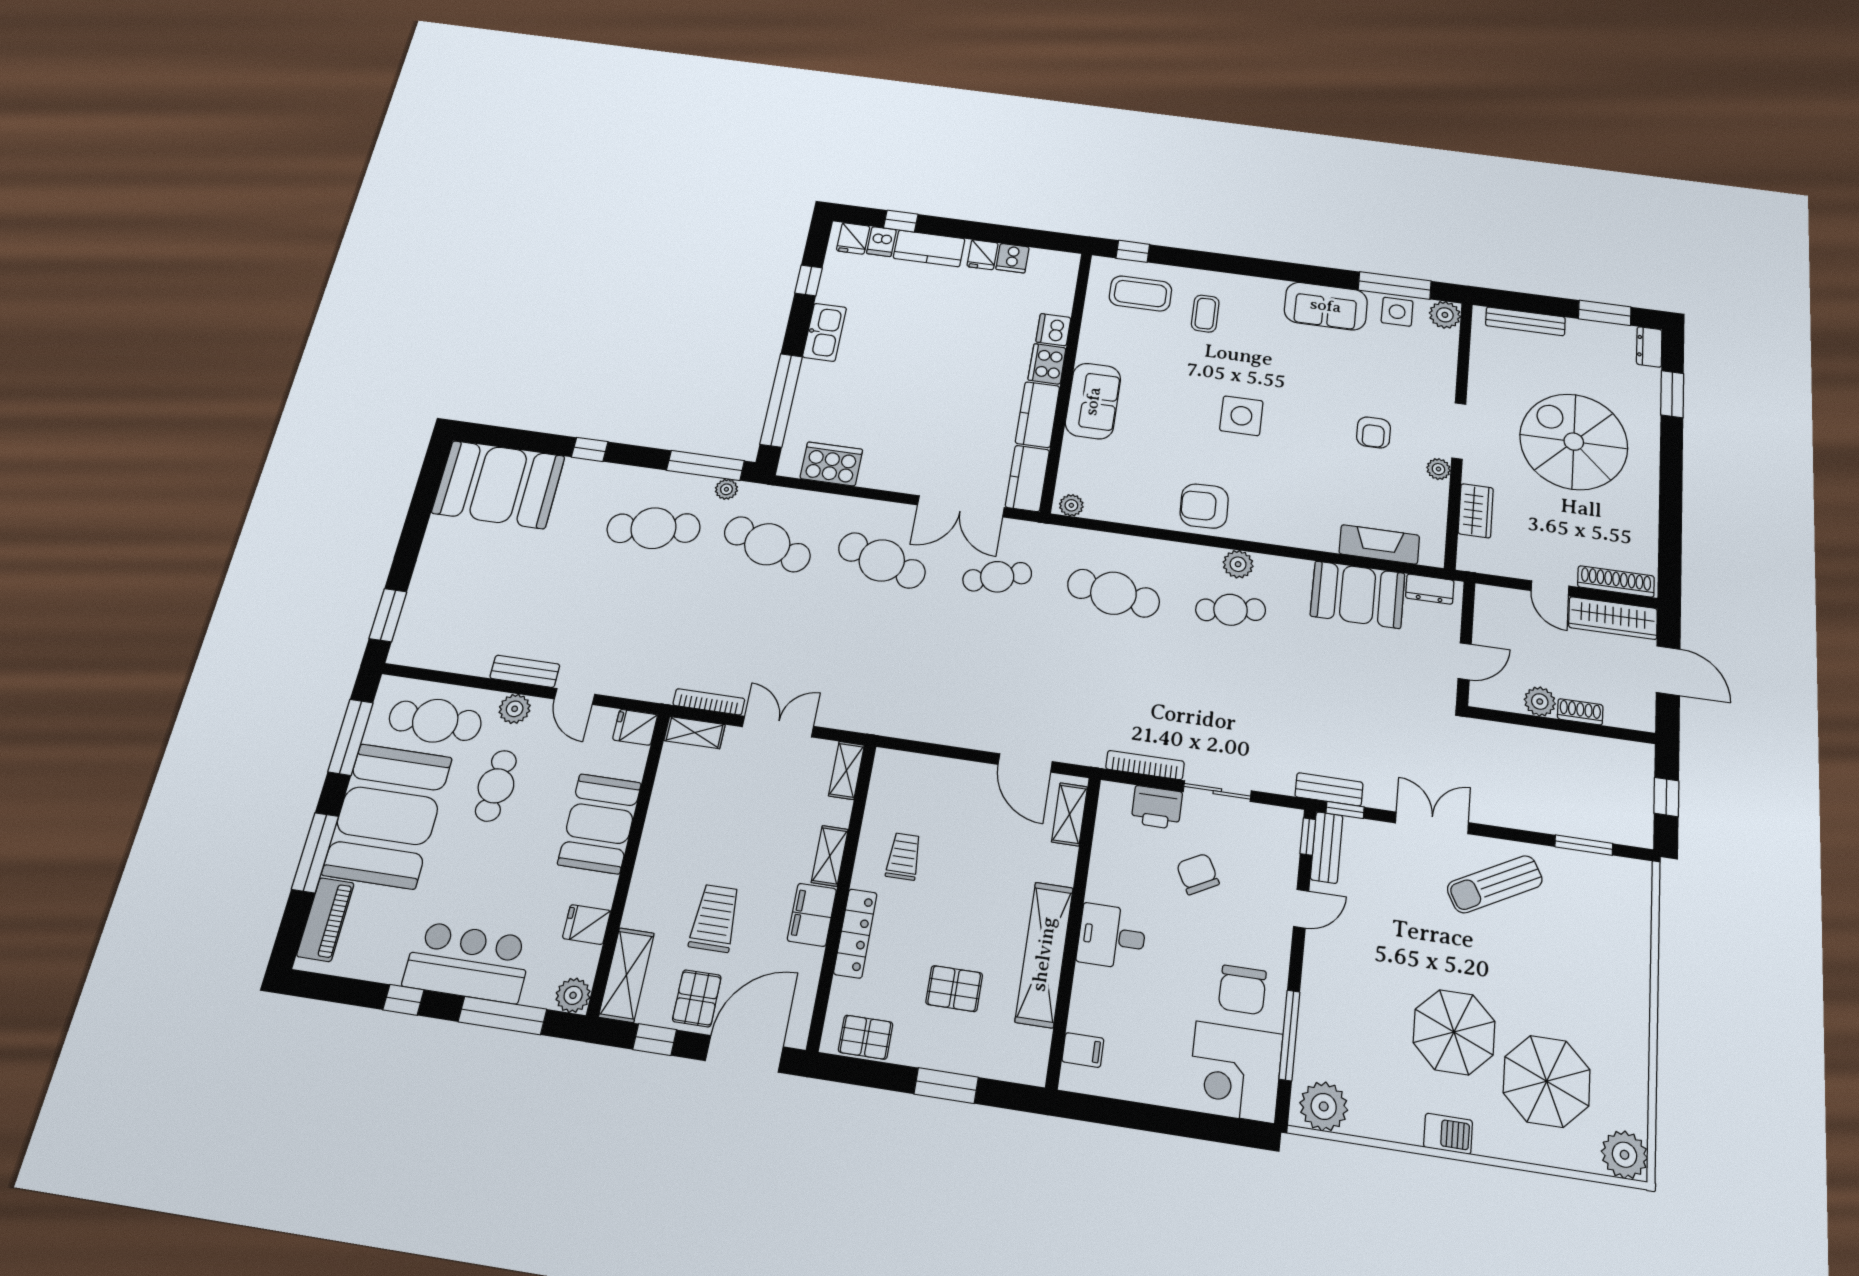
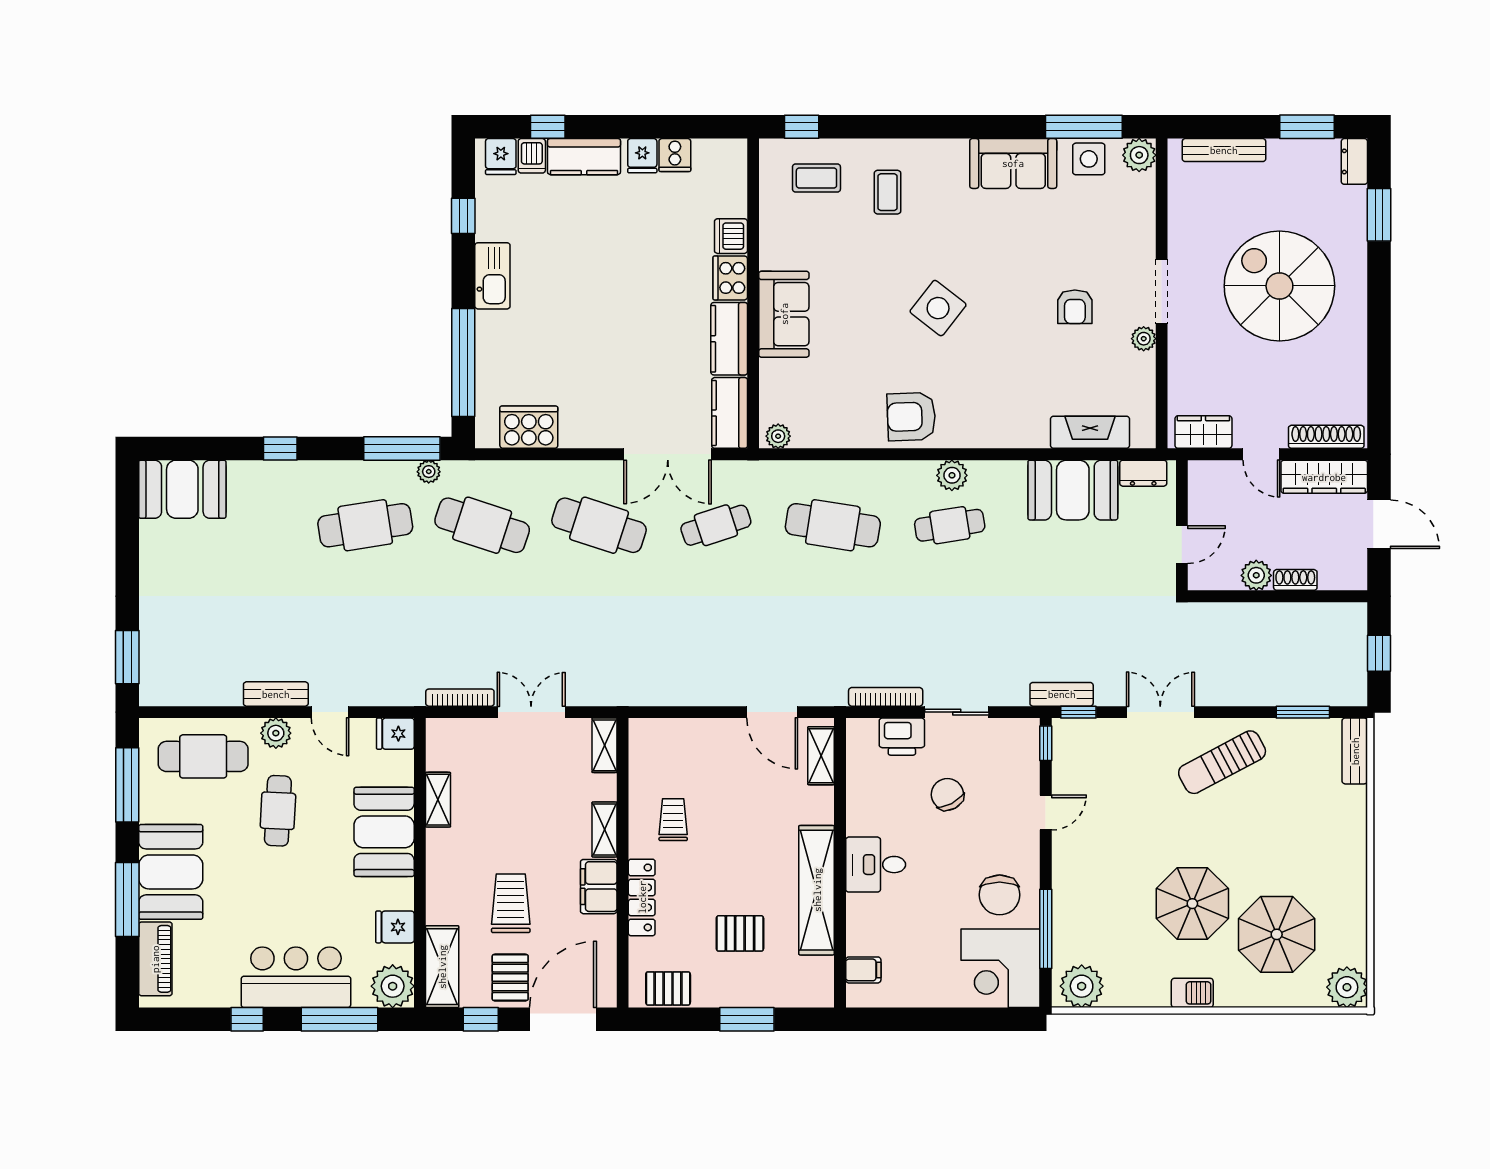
coffee table: (1140, 294) -> (816, 178), width x0.73, depth x0.77
side table: (1241, 416) -> (938, 308), turned 38
booth: (498, 485) -> (182, 489), width x0.73, depth x0.70
wardrobe: (1476, 511) -> (1203, 432), moved, turned -90
shelving: (695, 733) -> (438, 800), moved, turned 90
booth: (387, 816) -> (171, 872), width x0.73, depth x0.70
bench: (1327, 847) -> (1355, 751), moved
plant: (573, 995) -> (393, 986), width x1.36, depth x1.36

